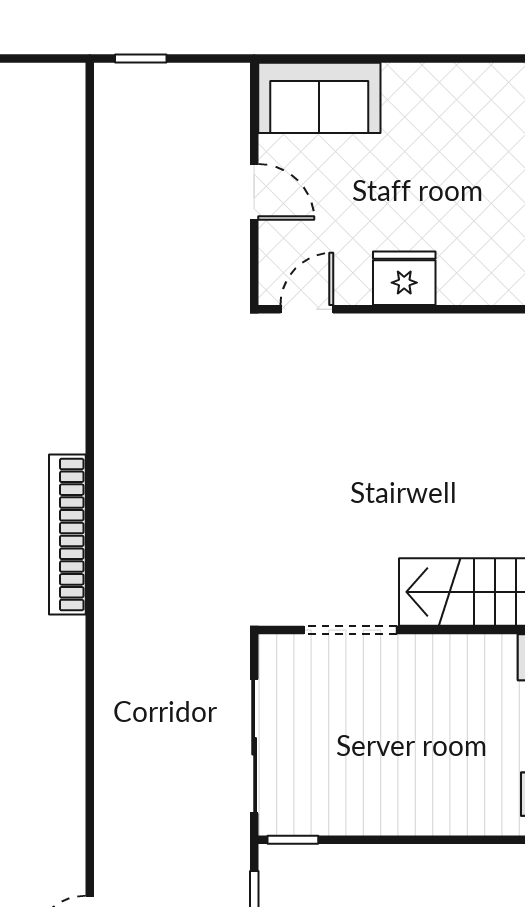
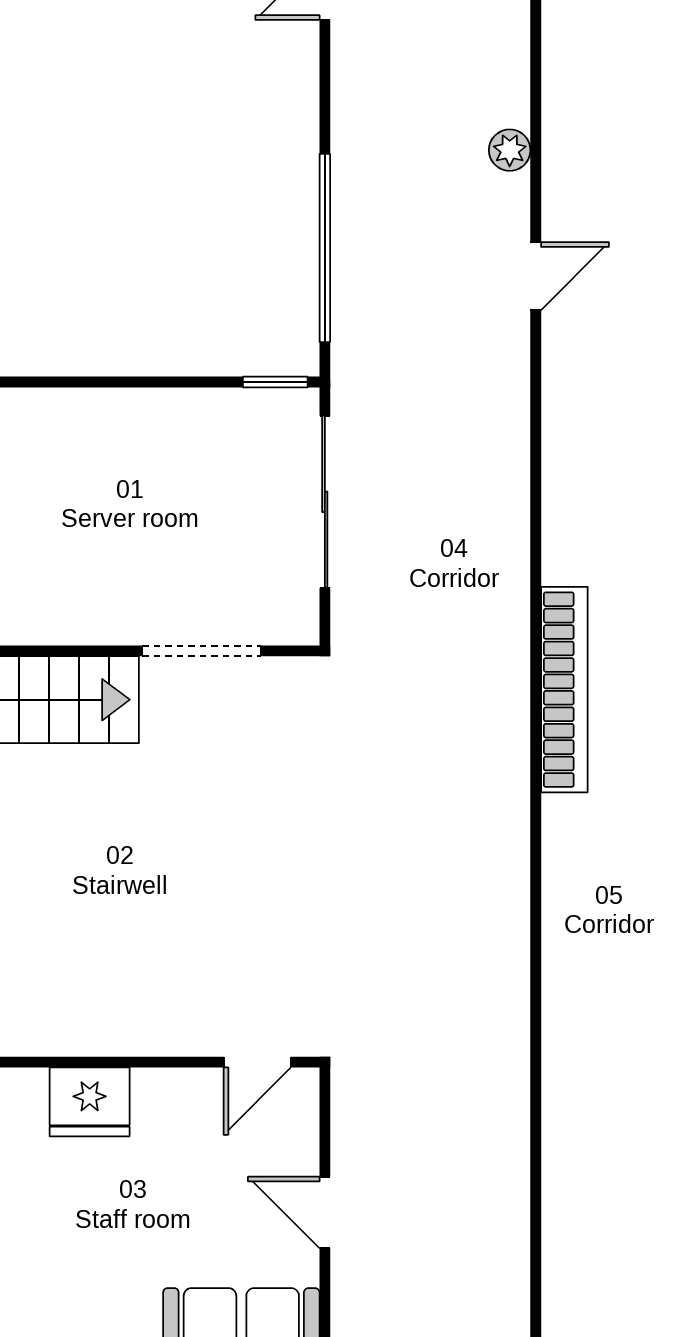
fridge: (404, 278) -> (90, 1102), moved
bookcase: (67, 535) -> (564, 690), moved

